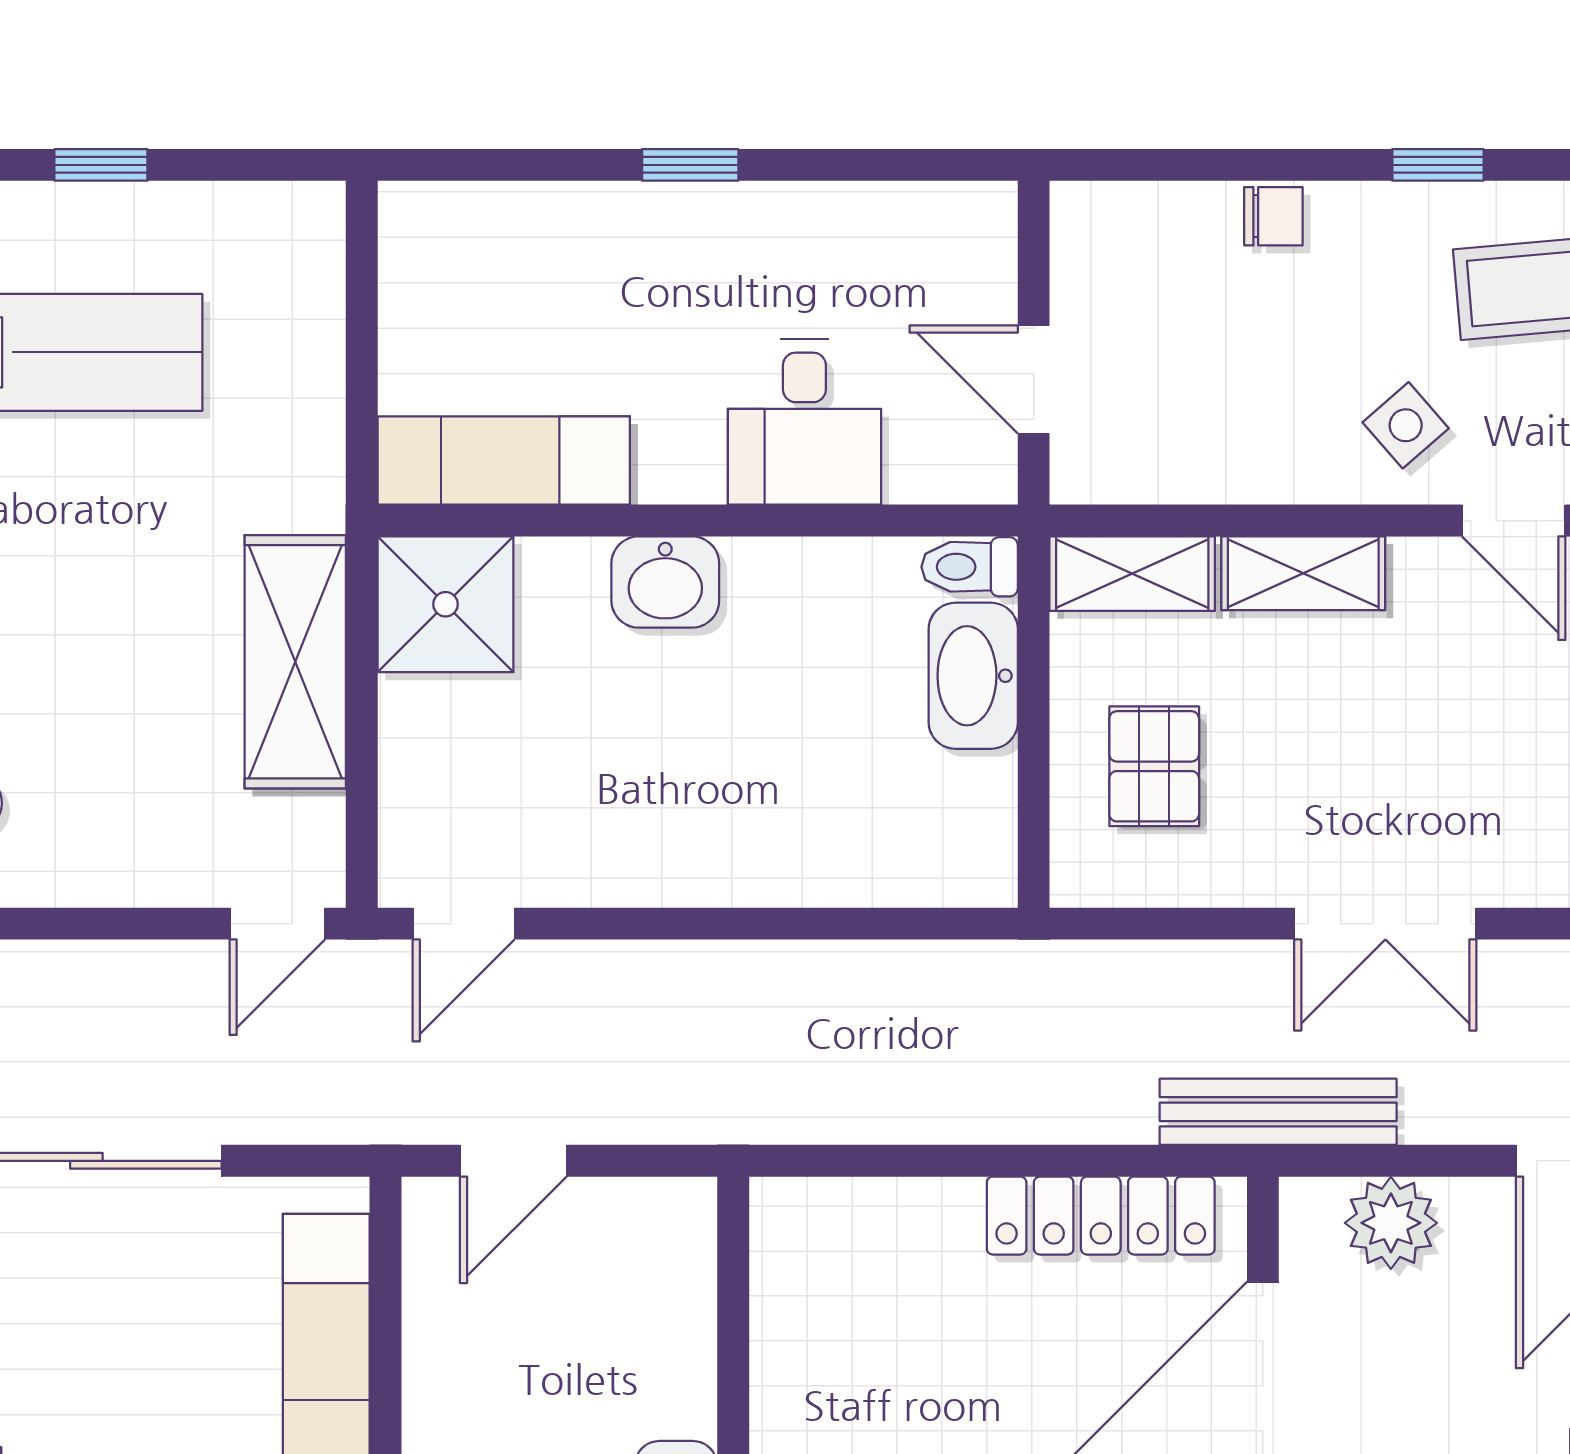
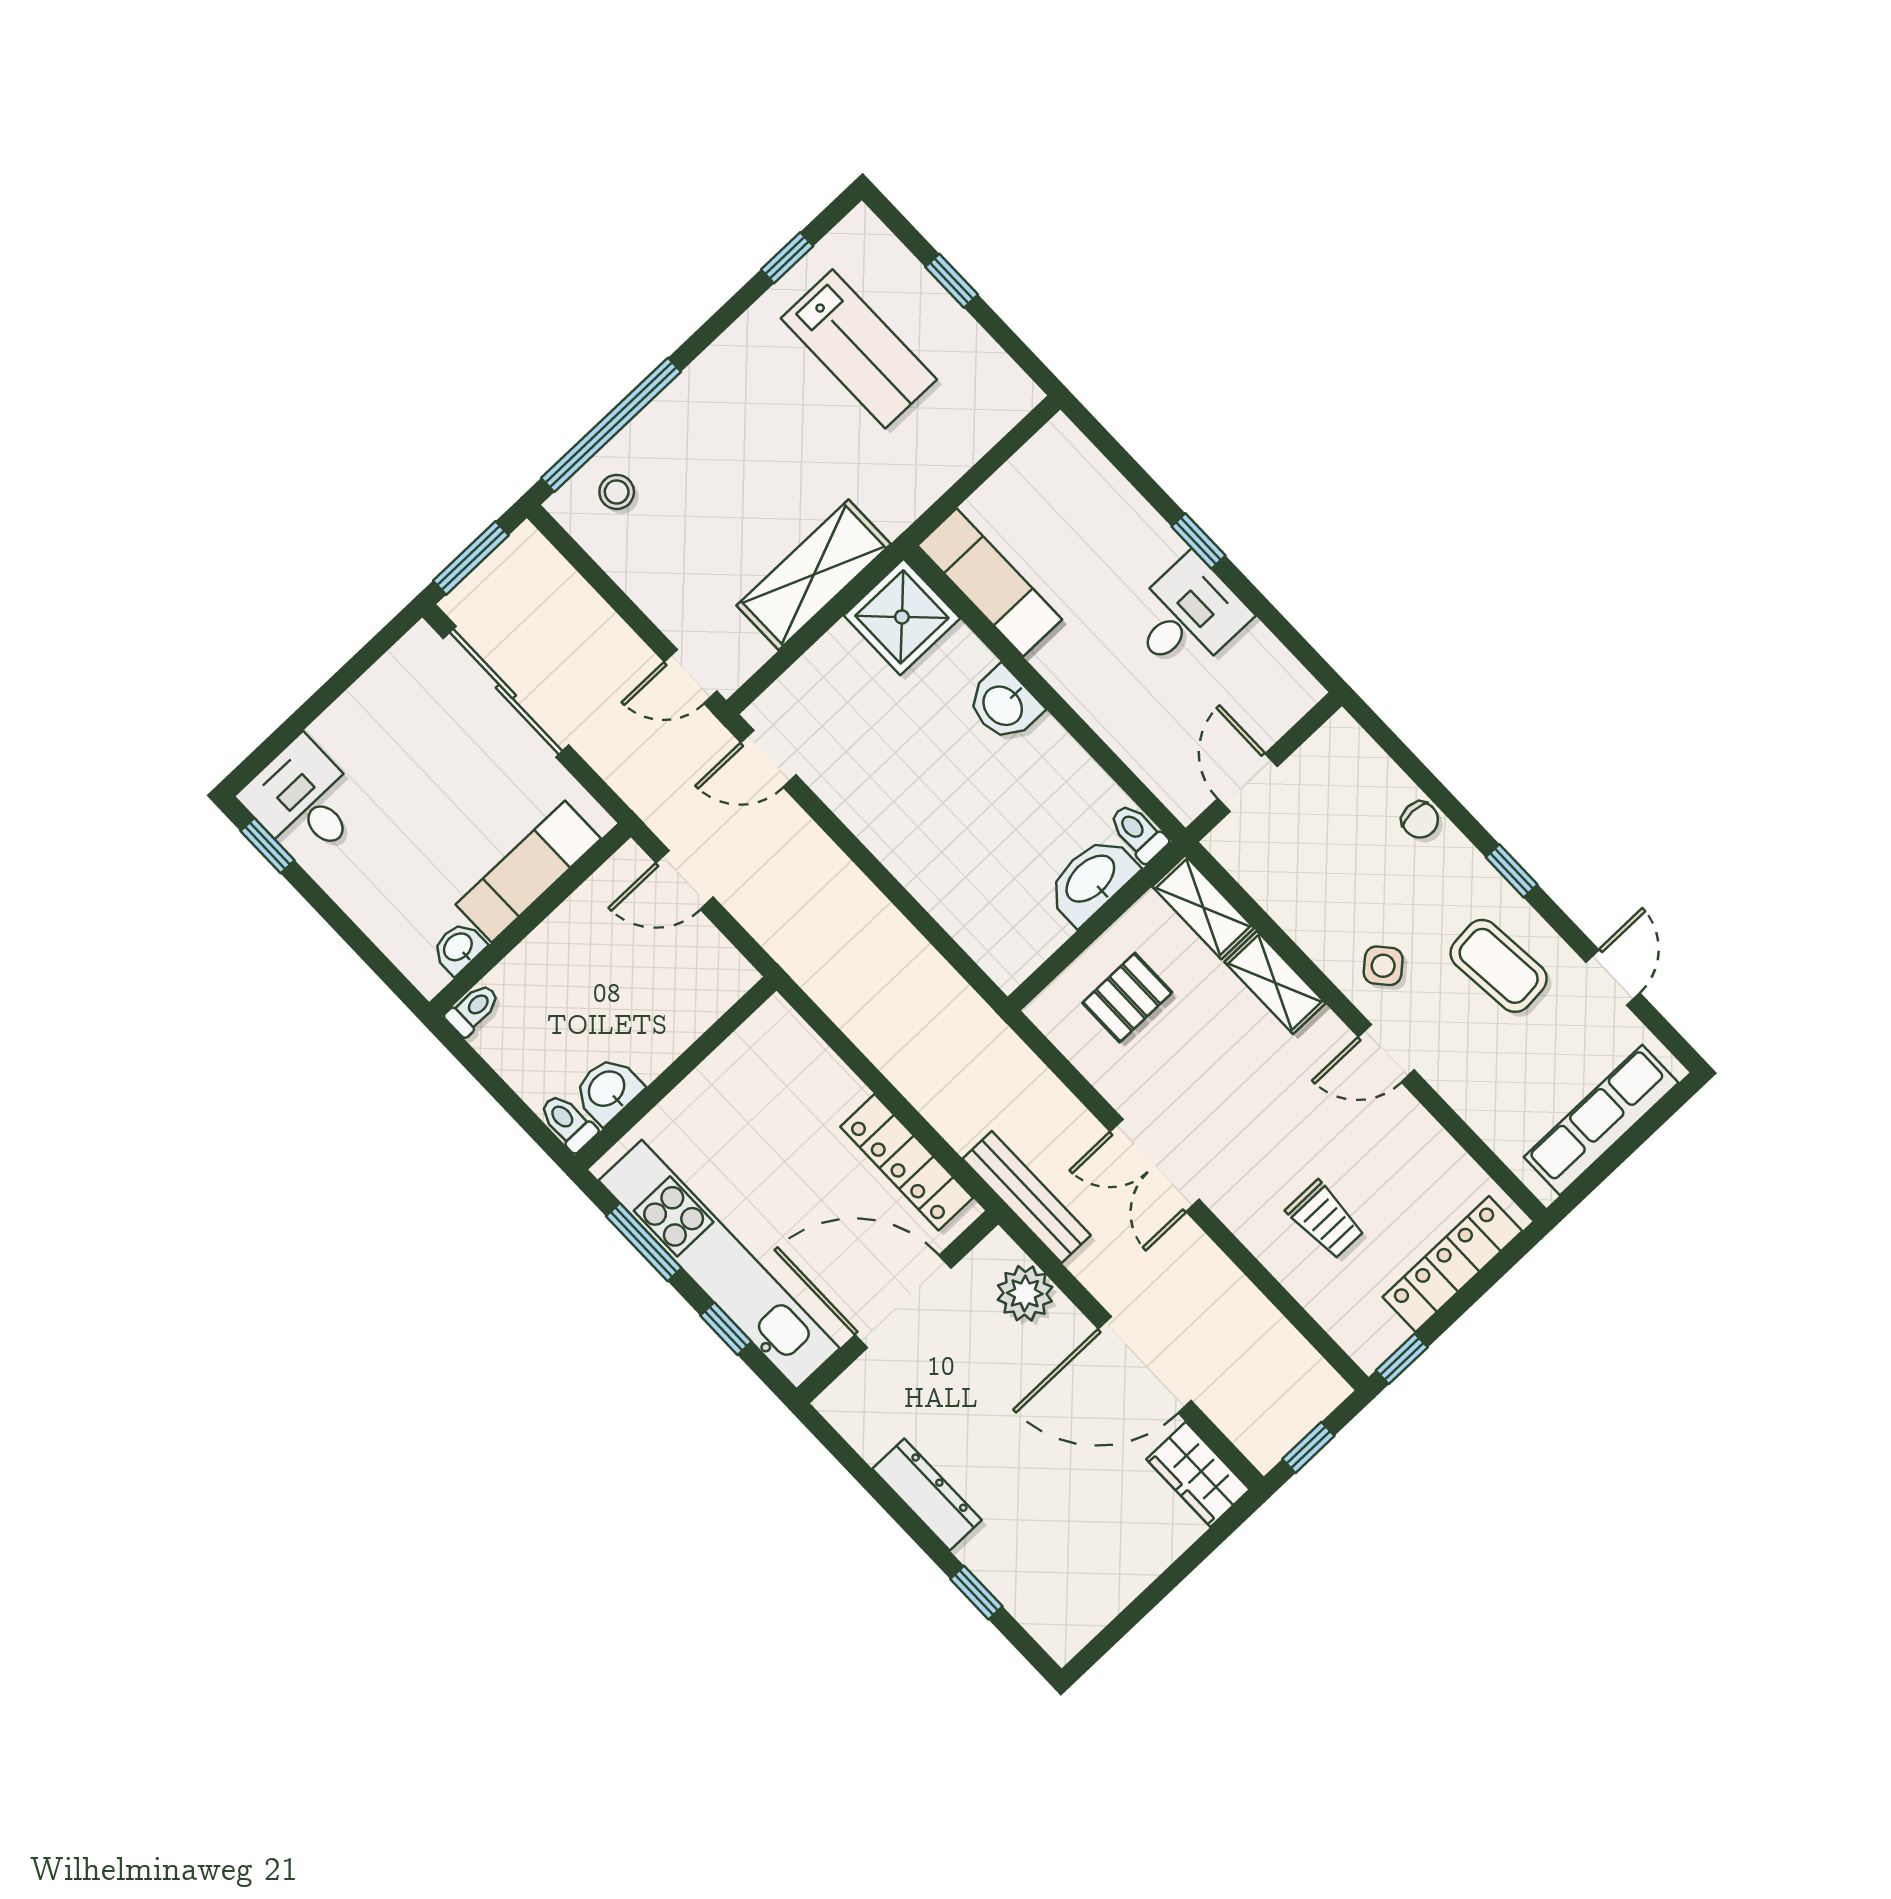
desk: (804, 422) -> (1187, 616), moved, turned 180
door: (1514, 521) -> (1386, 1053), hinge flipped

